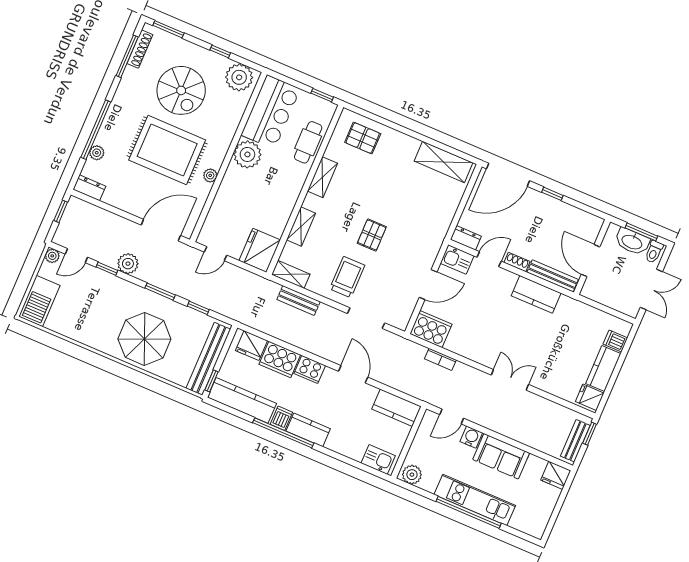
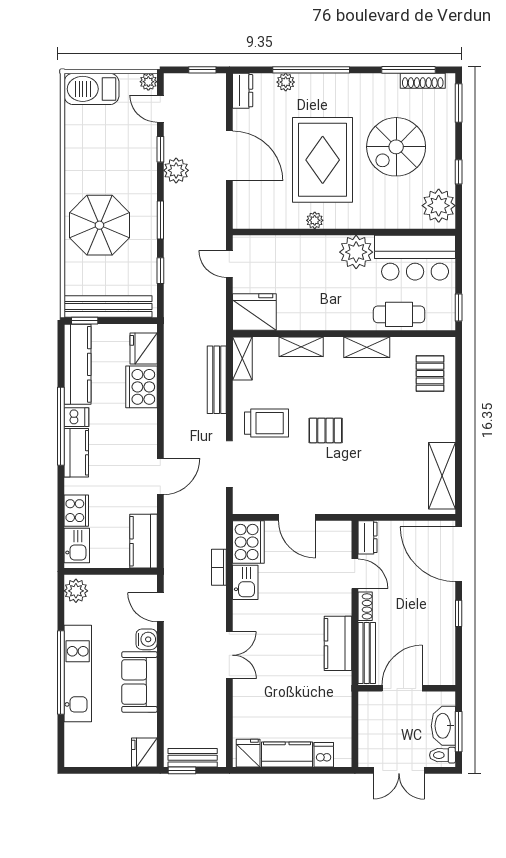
door: (161, 230) -> (229, 156), moved
kitchen sink: (457, 259) -> (245, 582), moved, turned 180
bench: (299, 301) -> (217, 380), width x1.36
cooker: (310, 369) -> (76, 511), moved, turned 180
window: (590, 434) -> (182, 770), moved

